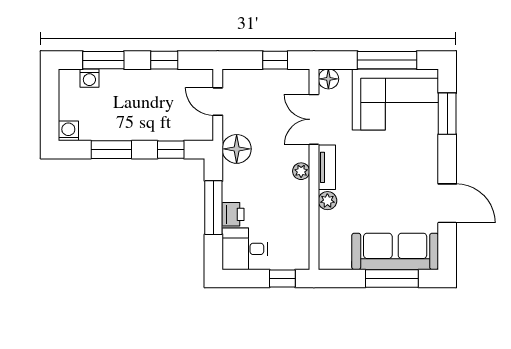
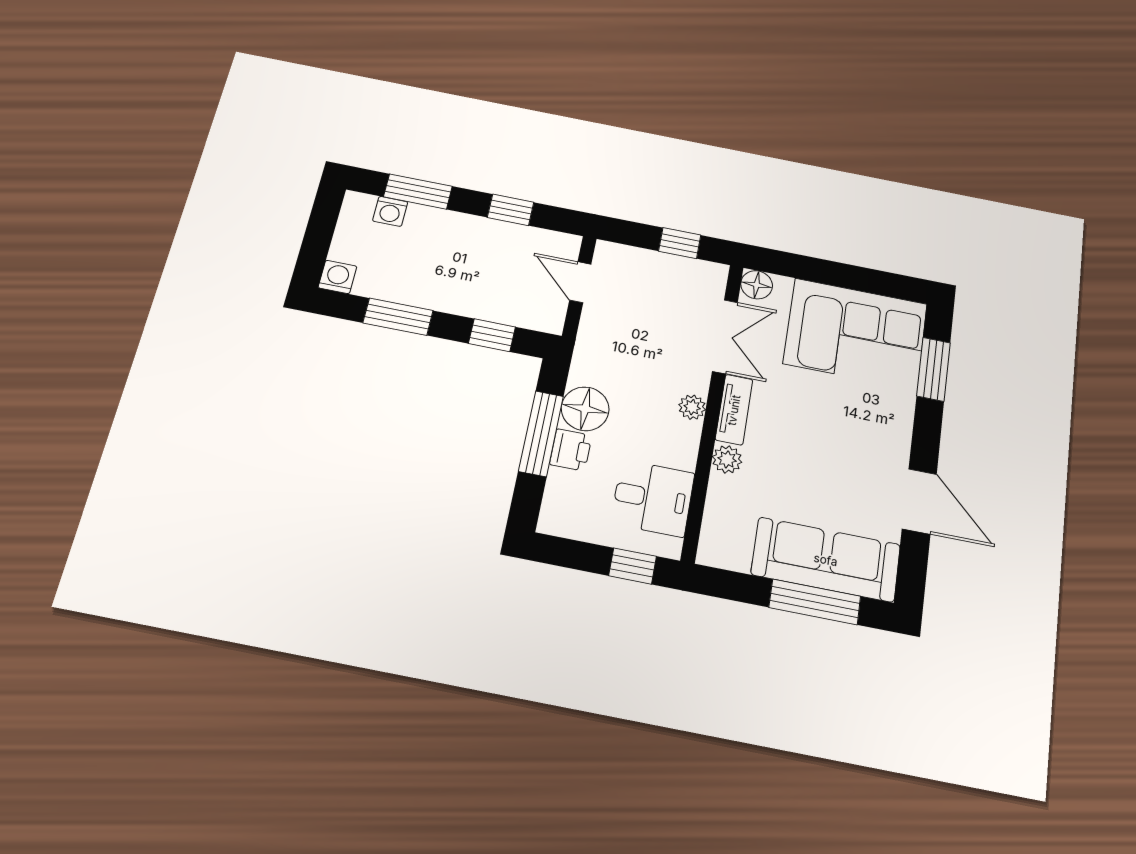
window: (387, 60) -> (850, 277), removed
double door: (314, 119) -> (725, 337), swing flipped
floor lamp: (237, 149) -> (585, 409), moved
desk: (245, 249) -> (653, 498), moved, turned 180

